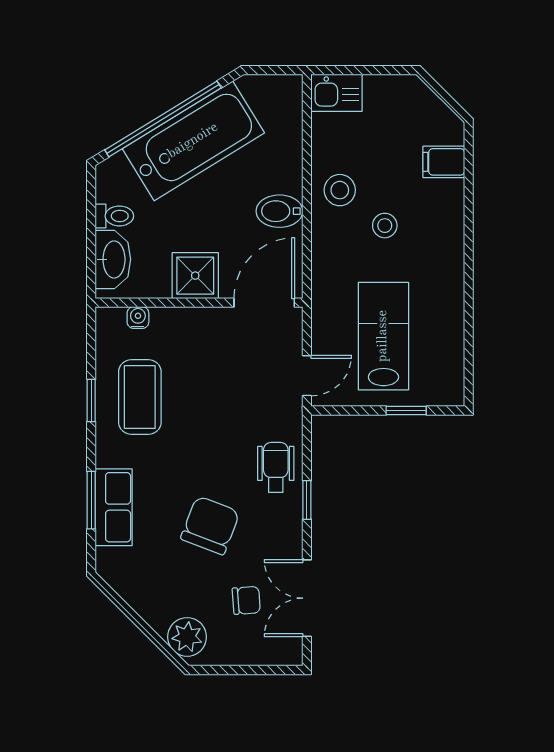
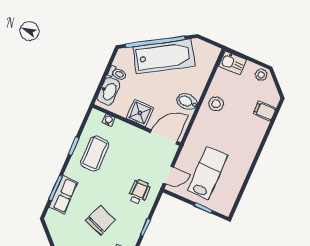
stool: (385, 226) -> (261, 75), moved
wheelchair: (276, 467) -> (139, 192), moved

